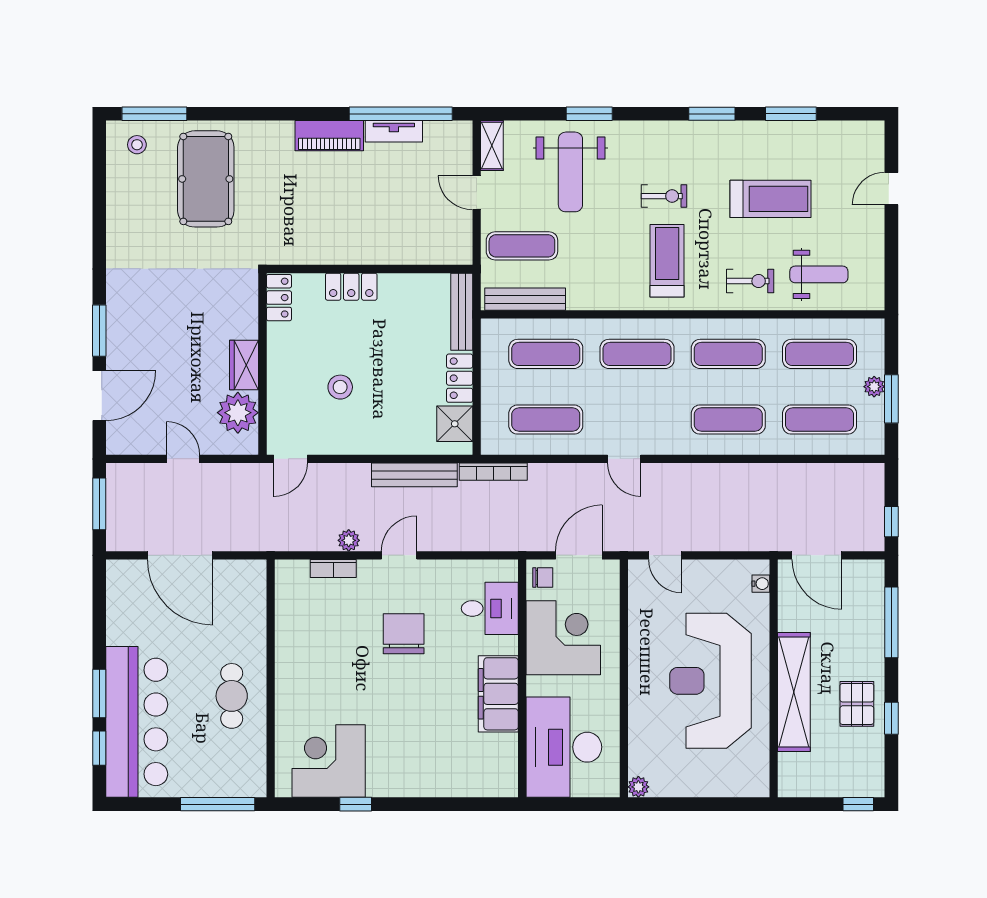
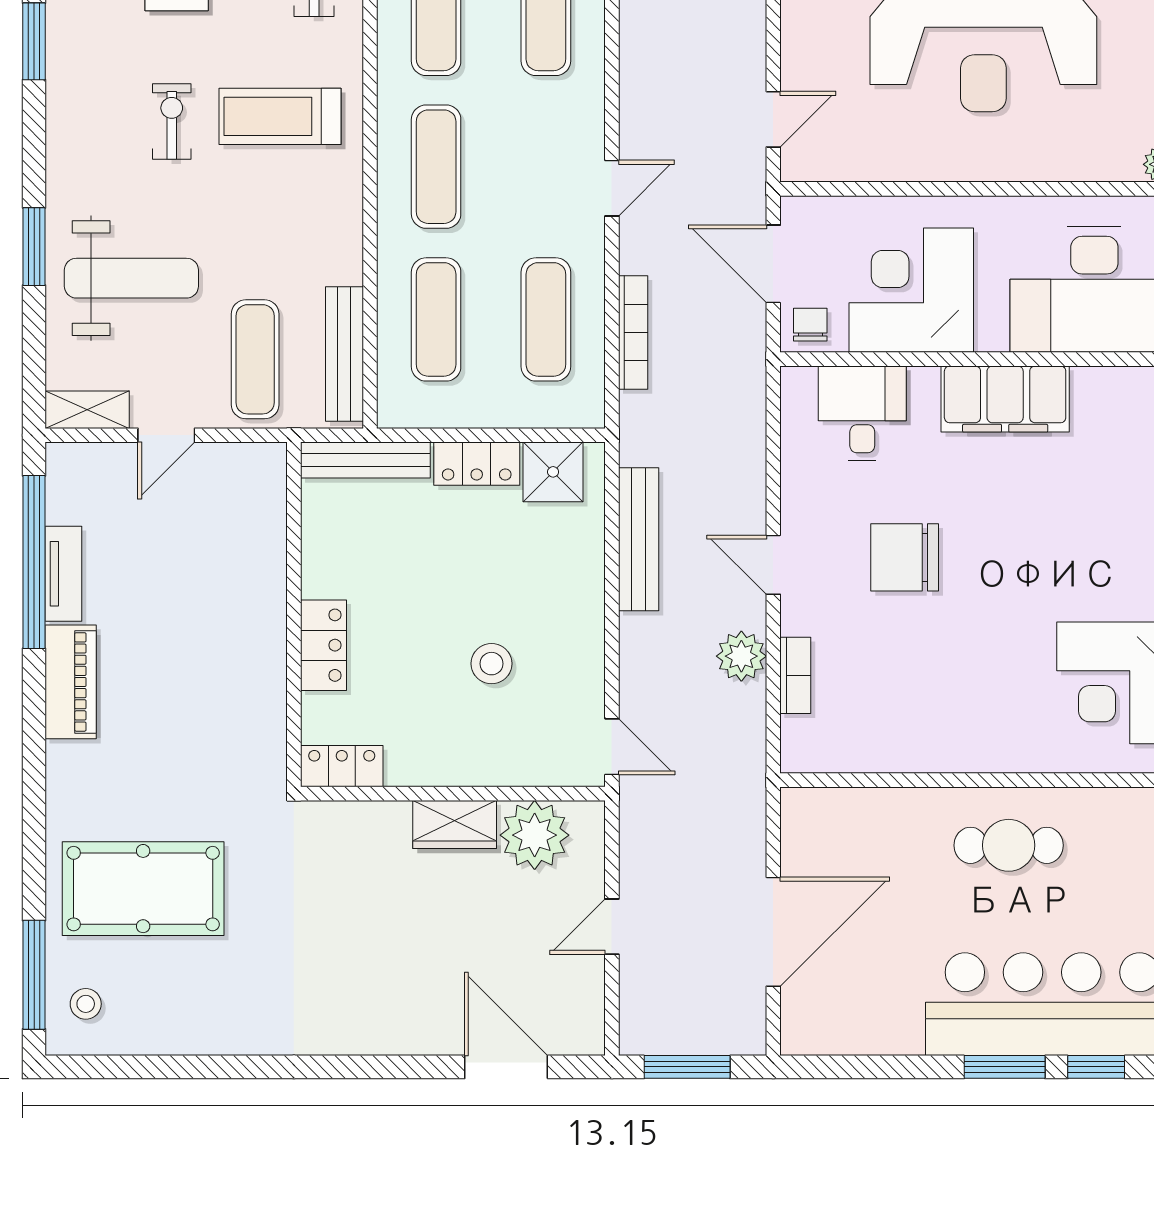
window: (99, 331) -> (397, 1067), removed
bookcase: (493, 472) -> (633, 332), moved
plant: (349, 540) -> (741, 656), width x1.38, depth x1.38

